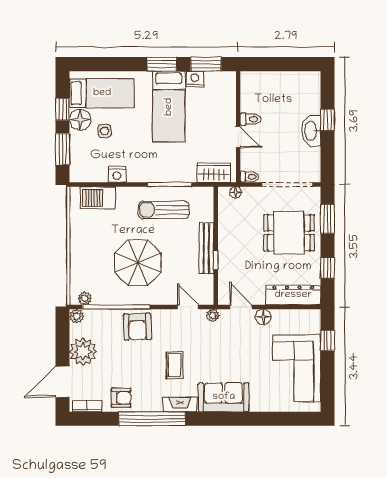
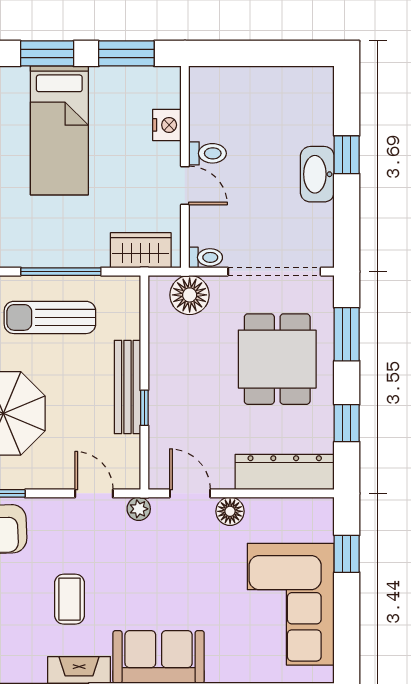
nightstand: (195, 79) -> (167, 125), moved, turned 90
floor lamp: (236, 192) -> (190, 295), width x1.89, depth x1.89
dining table: (289, 233) -> (277, 359), turned 90

